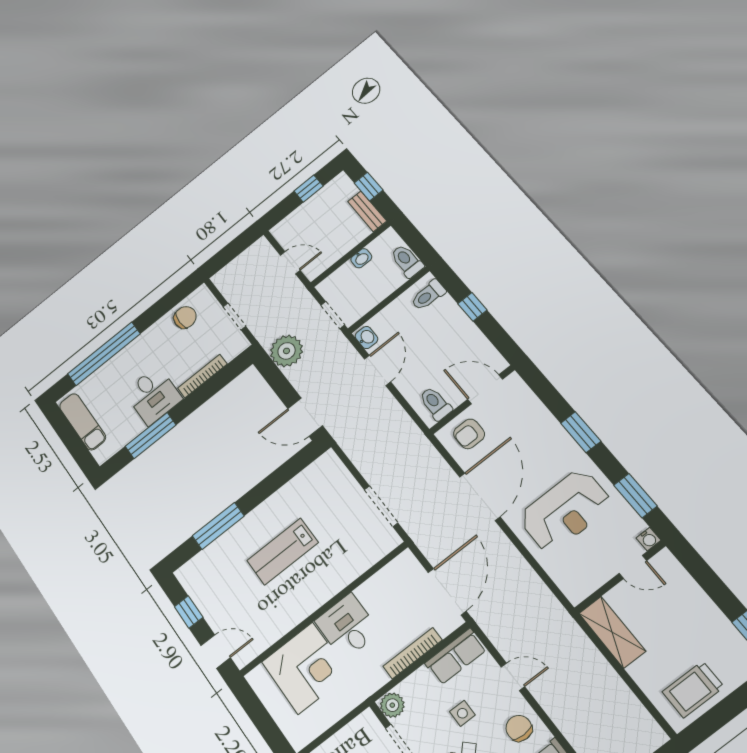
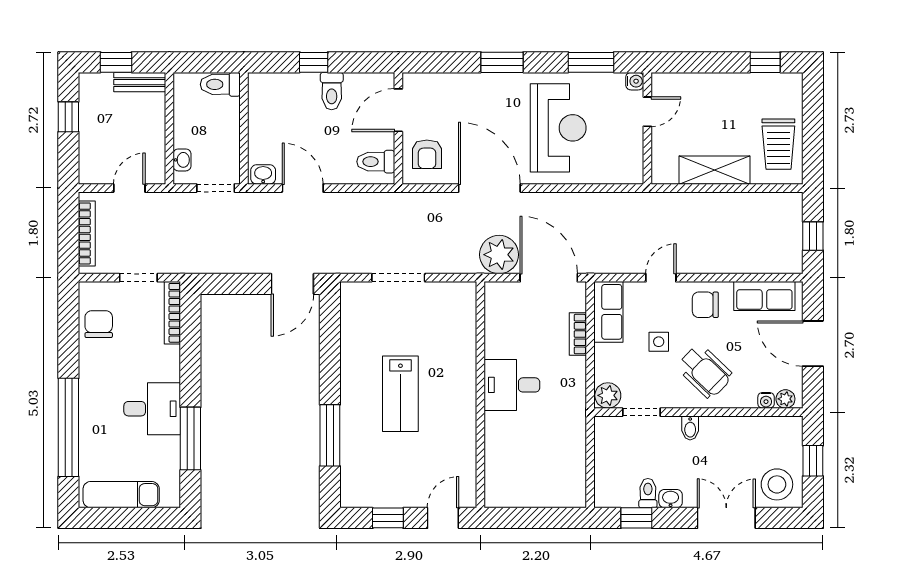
washbasin: (361, 258) -> (182, 160), moved
bookcase: (240, 262) -> (87, 233), added
toilet: (428, 295) -> (332, 91), moved
plant: (287, 351) -> (499, 255), moved
bookcase: (202, 376) -> (172, 313), moved
doorway: (381, 506) -> (398, 278), moved
shelving: (612, 632) -> (715, 170), moved
bookcase: (412, 653) -> (578, 334), width x0.64
corner desk: (305, 668) -> (519, 448), removed

